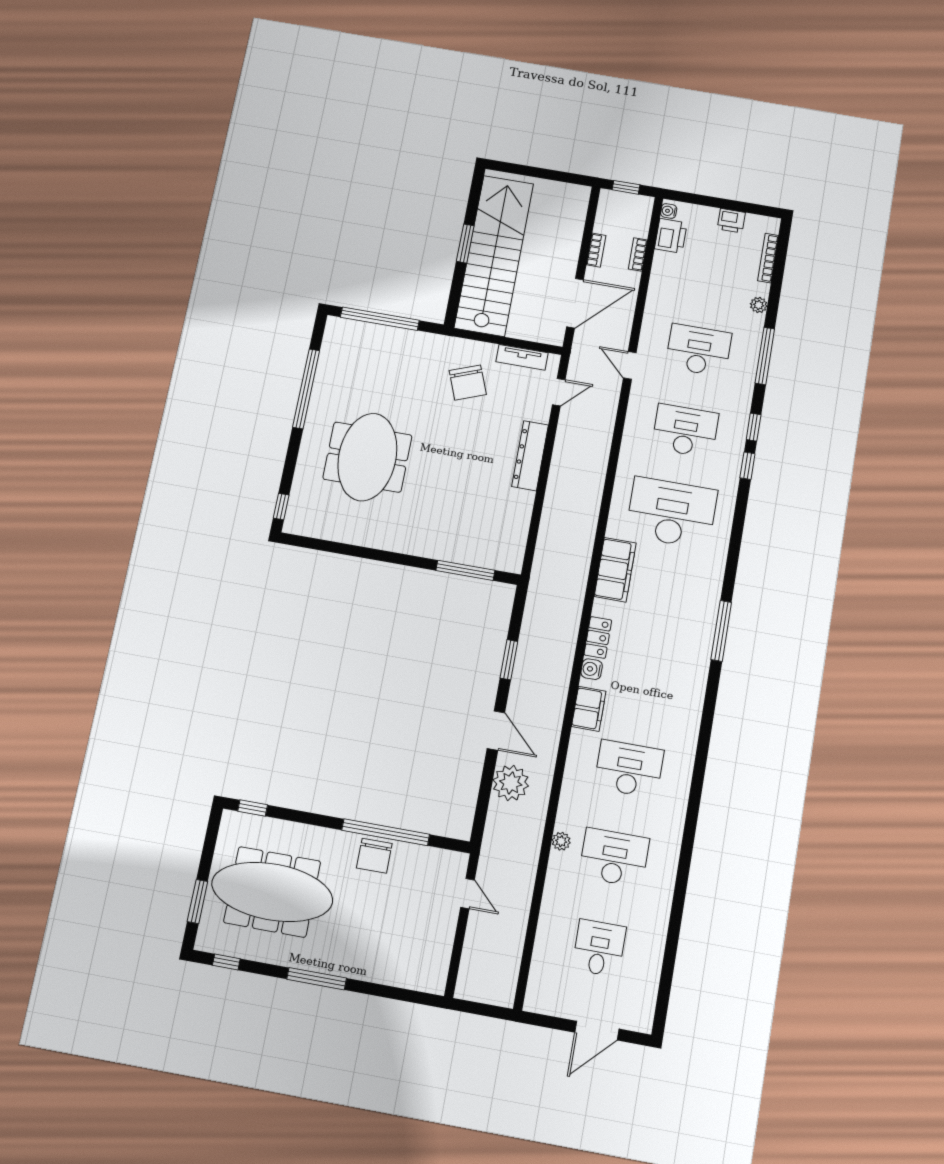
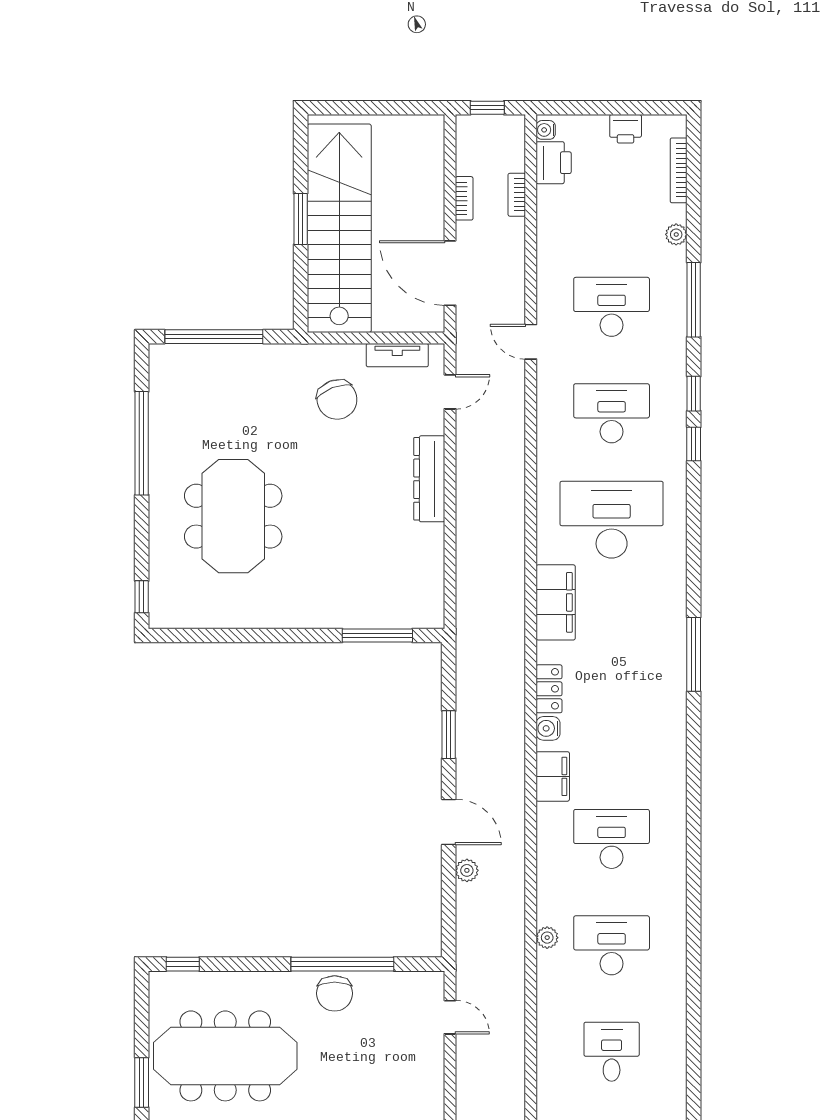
door: (575, 303) -> (450, 273), swing flipped
plant: (511, 783) -> (467, 870), width x0.53, depth x0.53

